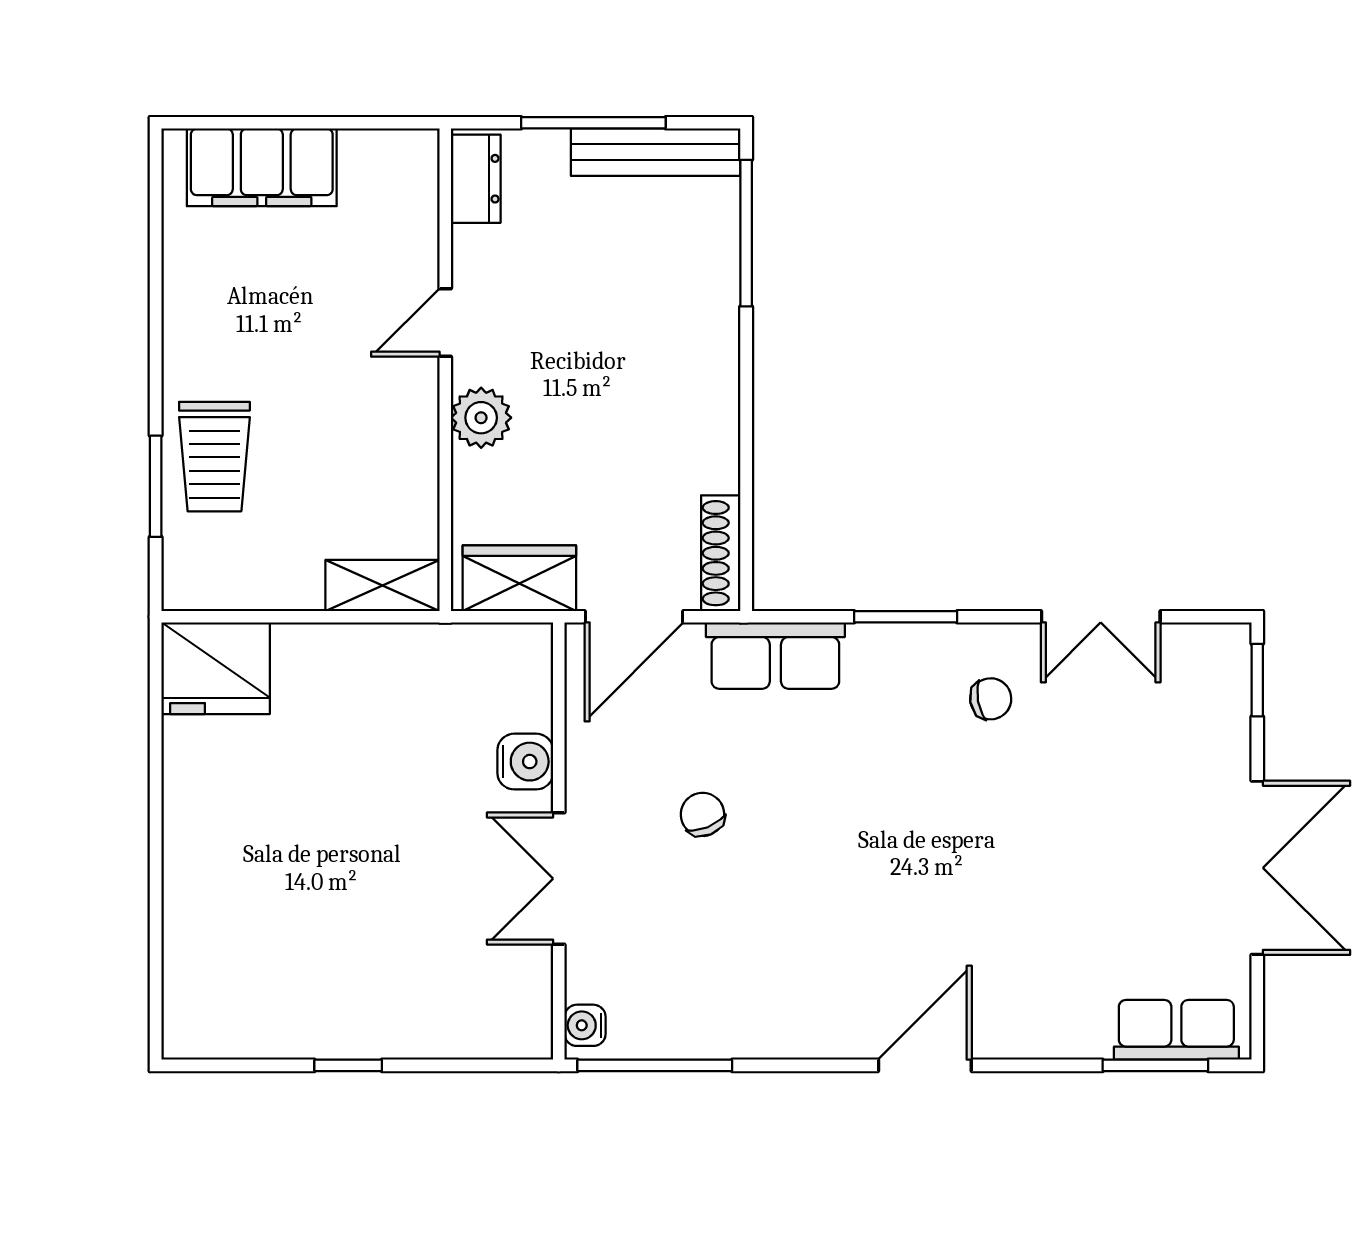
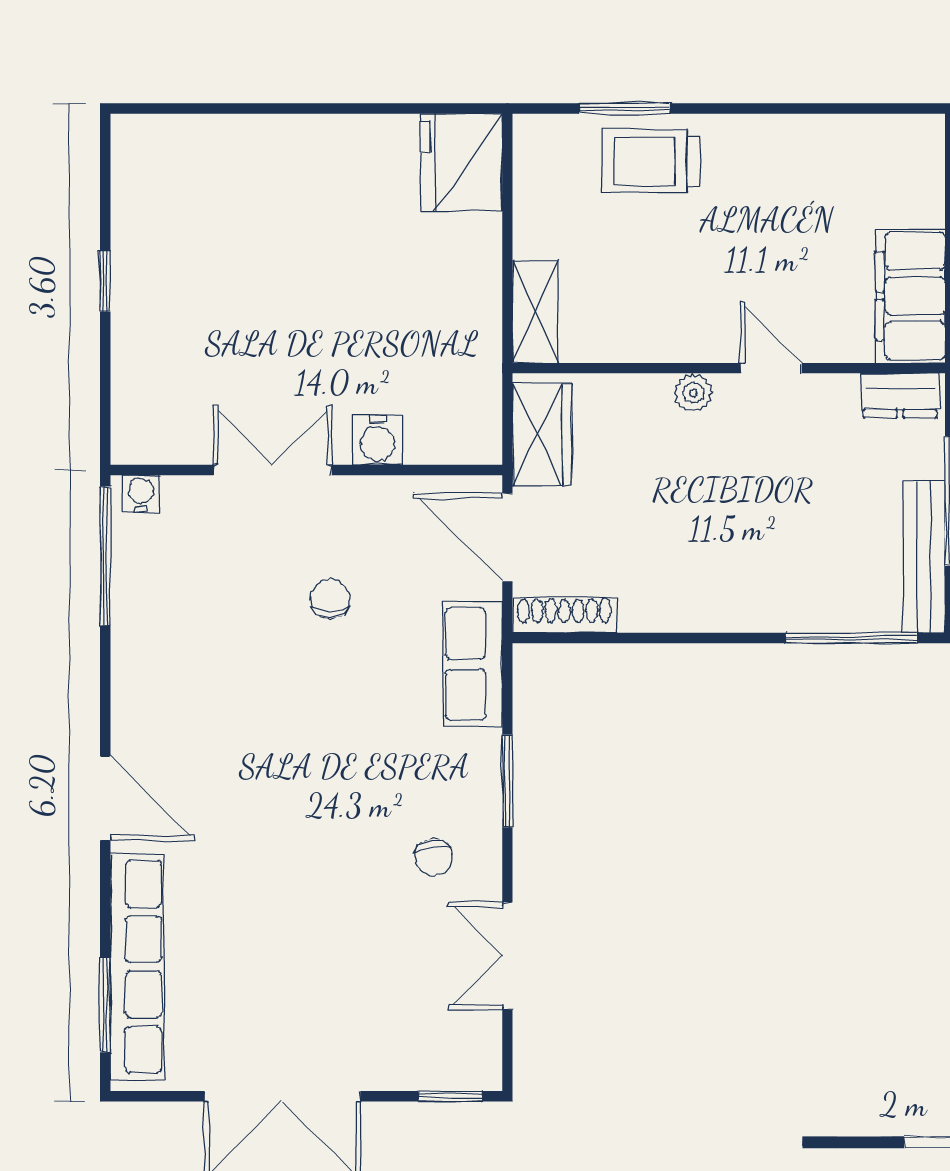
filing cabinet: (262, 167) -> (910, 296), moved
plant: (481, 418) -> (693, 393), width x0.73, depth x0.73
chair: (702, 814) -> (330, 599), turned -68
row of seats: (1176, 1030) -> (137, 967), width x2.02

